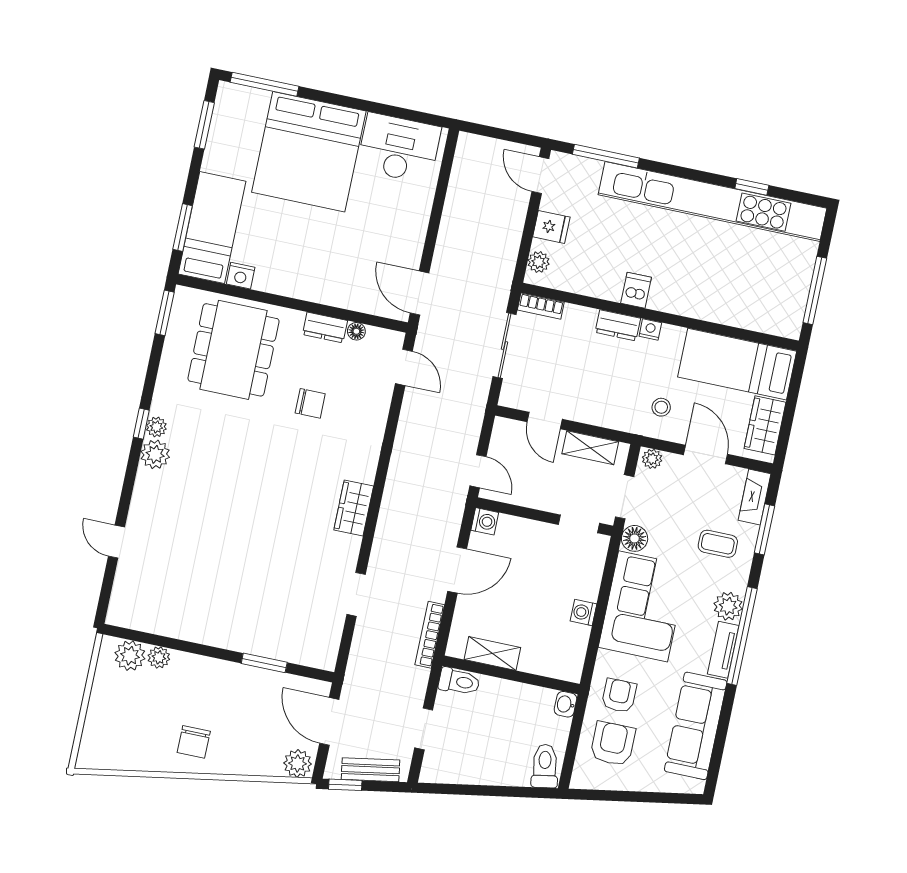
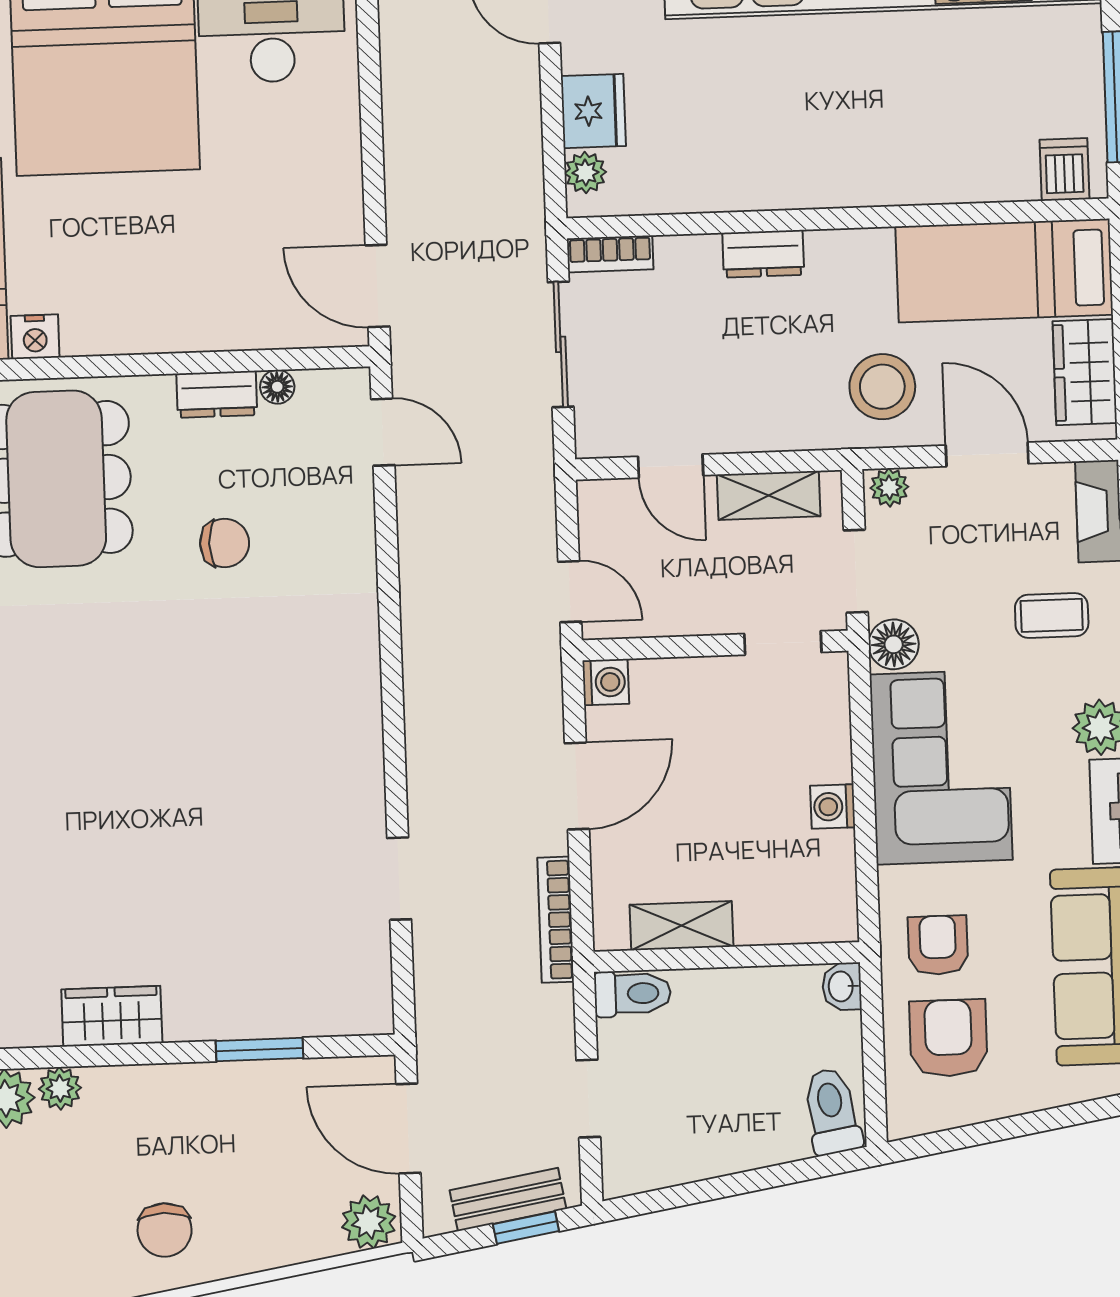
fridge: (551, 227) -> (593, 111), width x1.38
dishwasher: (636, 290) -> (1064, 169), moved
nightstand: (650, 329) -> (826, 246), removed
stool: (661, 407) -> (882, 387), width x1.89, depth x1.89
wardrobe: (354, 508) -> (112, 1016), moved, turned 90
window: (345, 785) -> (526, 1228), moved

